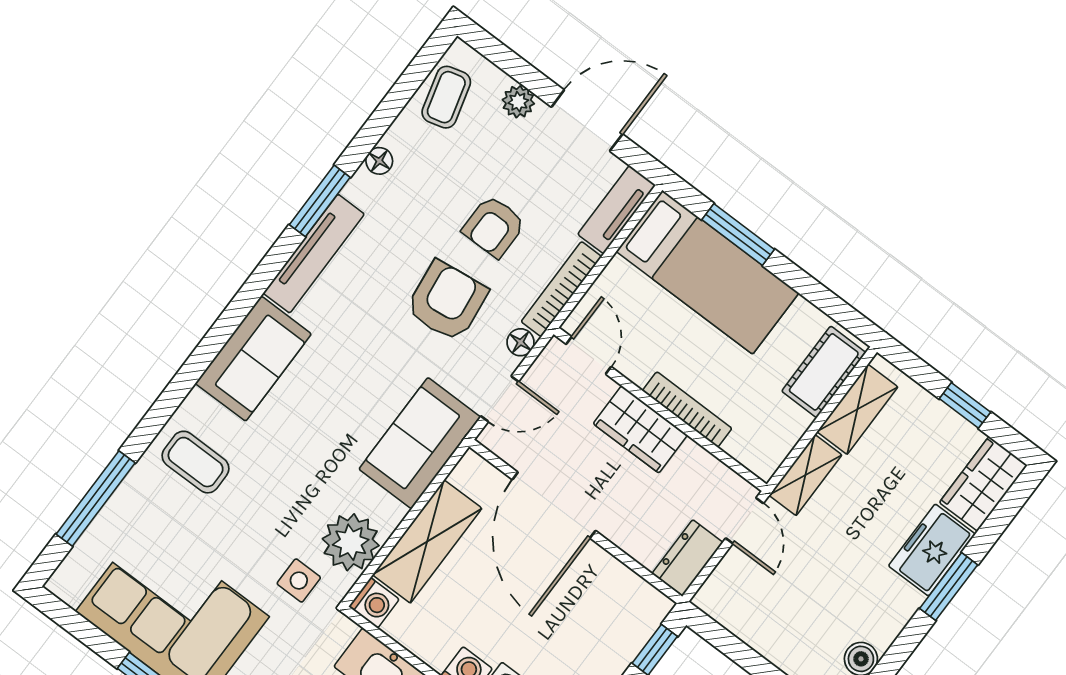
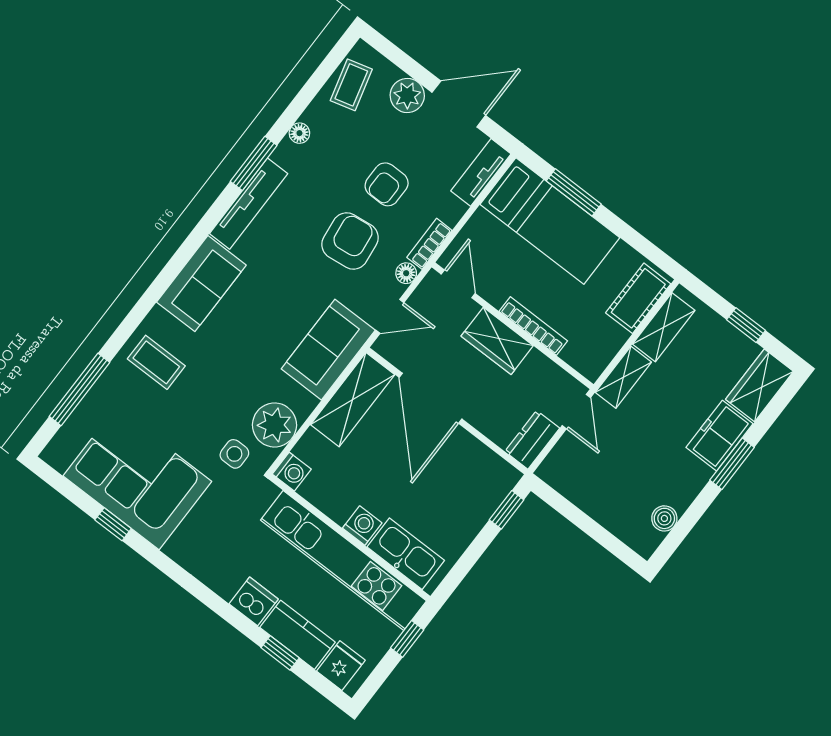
plant: (518, 102) -> (407, 95), width x1.38, depth x1.38
bookcase: (561, 289) -> (429, 244), width x0.64
shelving: (427, 542) -> (353, 400), moved

